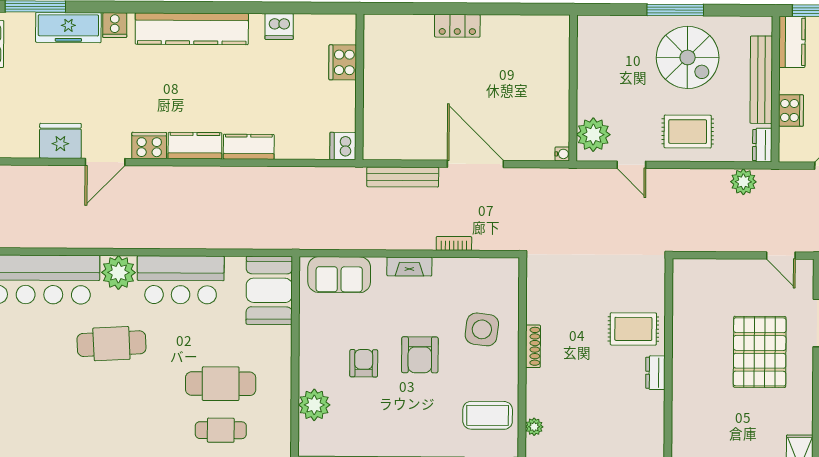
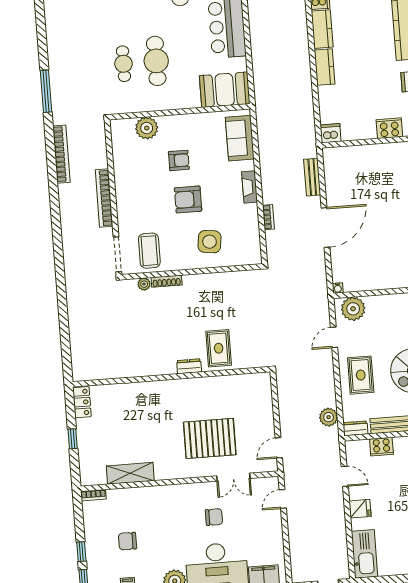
bench: (403, 177) -> (312, 177), width x0.73
shoe rack: (533, 346) -> (167, 281), moved

